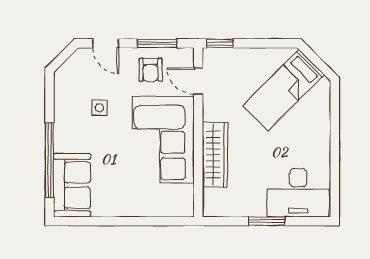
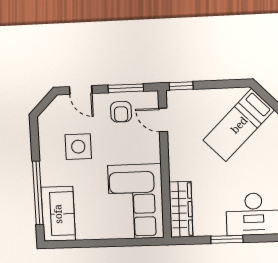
side table: (99, 108) -> (78, 147), width x1.87, depth x1.87
corner sofa: (163, 140) -> (136, 202), moved
wardrobe: (215, 155) -> (181, 209), moved

